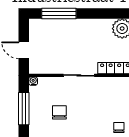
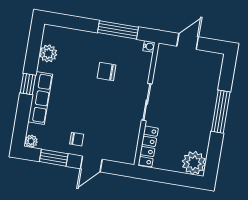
window: (59, 14) -> (221, 112), moved
chair: (59, 112) -> (107, 72), turned 180

